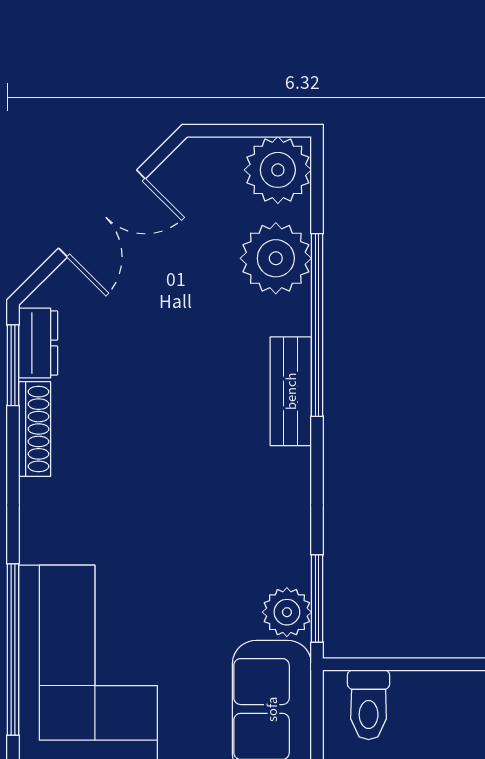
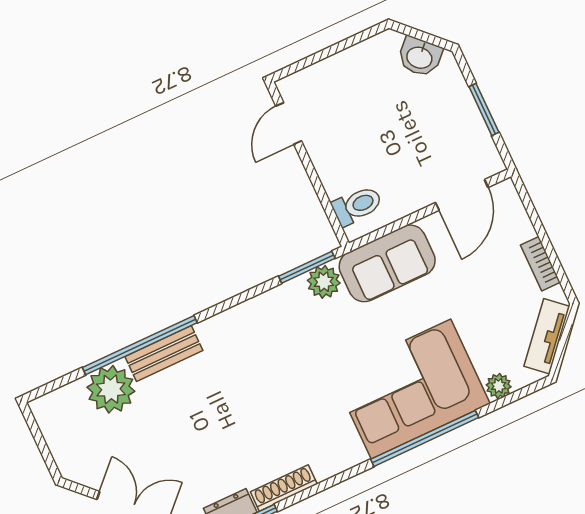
plant: (278, 170) -> (56, 413), removed
bench: (291, 391) -> (164, 354), moved

